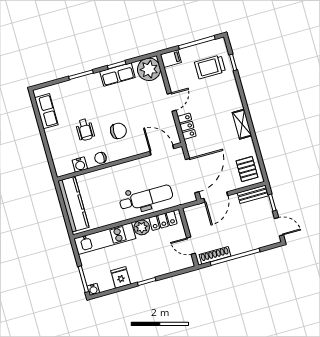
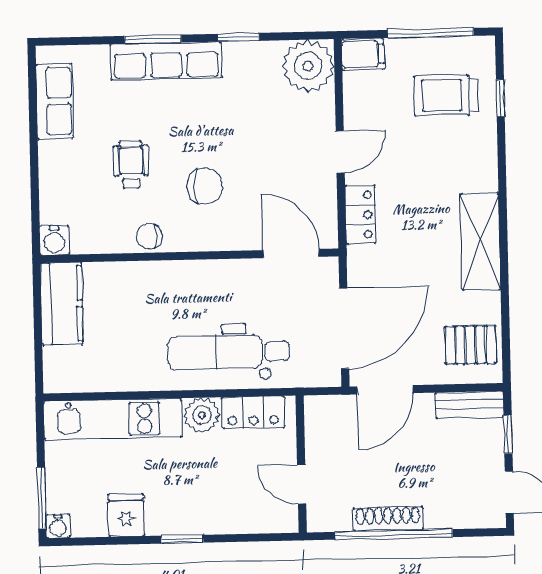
row of seats: (117, 74) -> (166, 61), moved, width x1.48
shelving: (242, 124) -> (480, 242), width x1.50, depth x1.33
wheelchair: (85, 130) -> (131, 164), turned 180
water cooler: (80, 164) -> (54, 240), moved
pallet: (247, 169) -> (471, 345), turned 90
dental chair: (146, 198) -> (228, 352), turned 180
kitchen counter: (73, 204) -> (62, 304), width x0.67
shoe rack: (215, 255) -> (388, 519), moved

